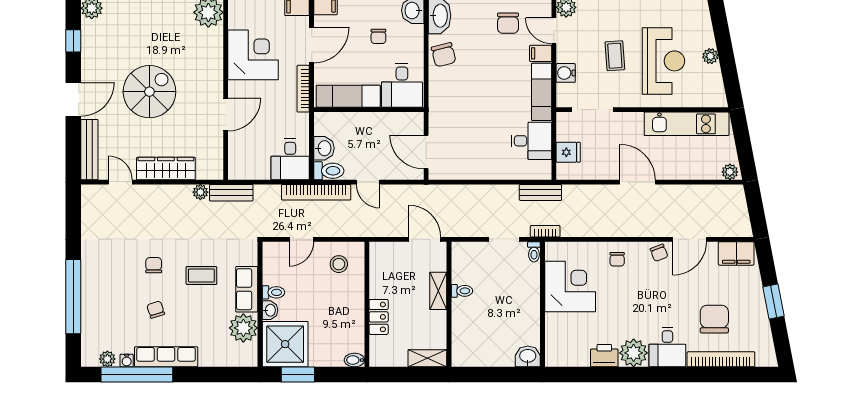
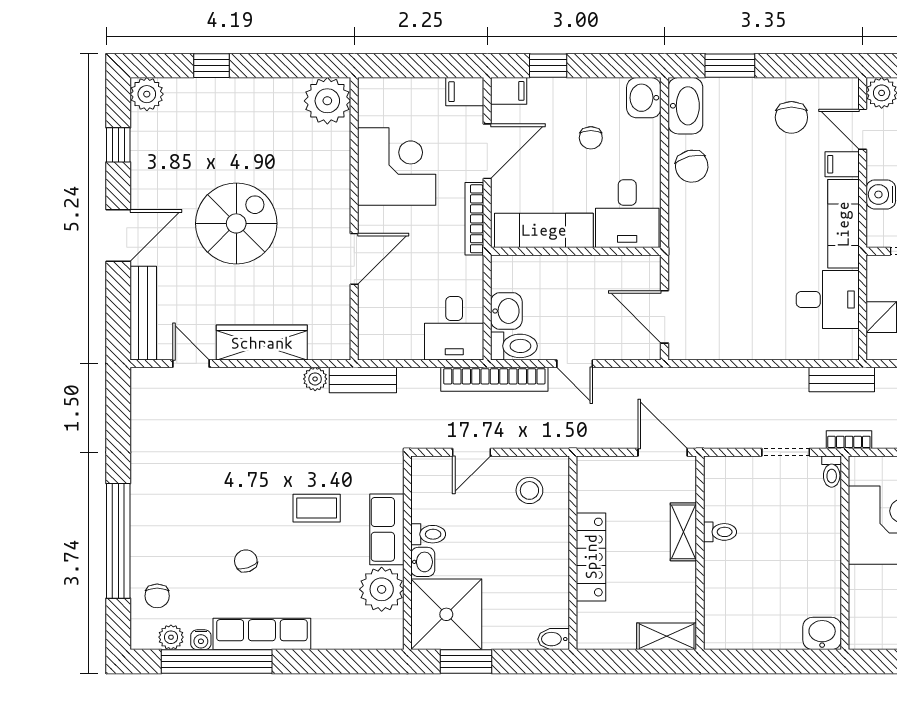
chair: (154, 265) -> (157, 596), moved, turned 180
locker: (379, 317) -> (591, 557), width x1.53

